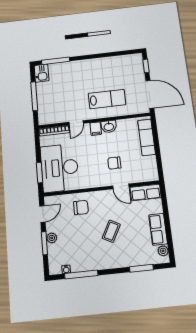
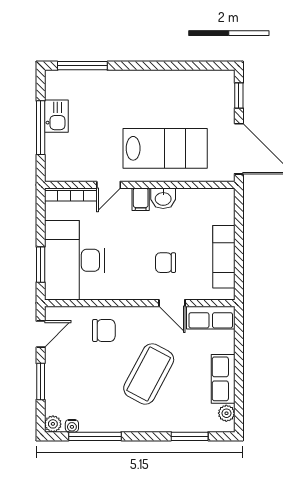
kitchen sink: (42, 73) -> (56, 116), moved
lab bench: (107, 99) -> (165, 148), width x1.36, depth x1.39
exam couch: (147, 137) -> (224, 257), moved
coffee table: (111, 231) -> (149, 374), width x1.86, depth x1.72
plant: (52, 238) -> (53, 424), moved

